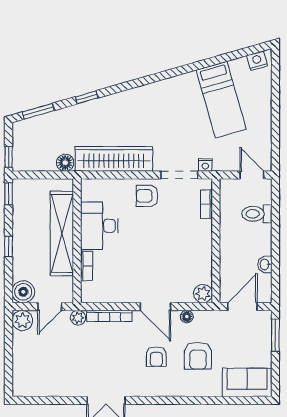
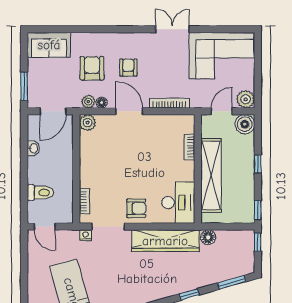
desk: (99, 226) -> (178, 203), moved
plant: (78, 318) -> (88, 102), moved
corner sofa: (49, 370) -> (222, 56), added

